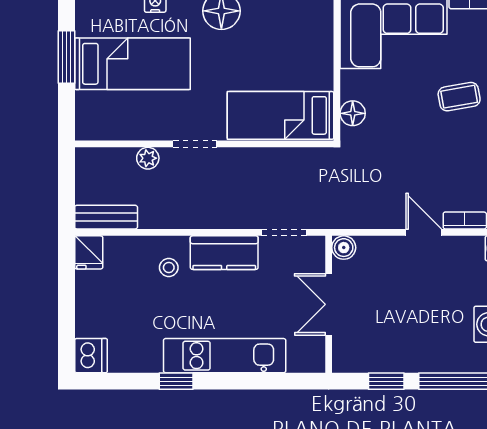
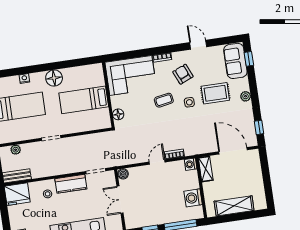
bed: (280, 115) -> (84, 100), moved
plant: (148, 158) -> (16, 150), moved
door: (424, 232) -> (157, 162), hinge flipped
fridge: (89, 252) -> (17, 194), width x1.88, depth x1.34

